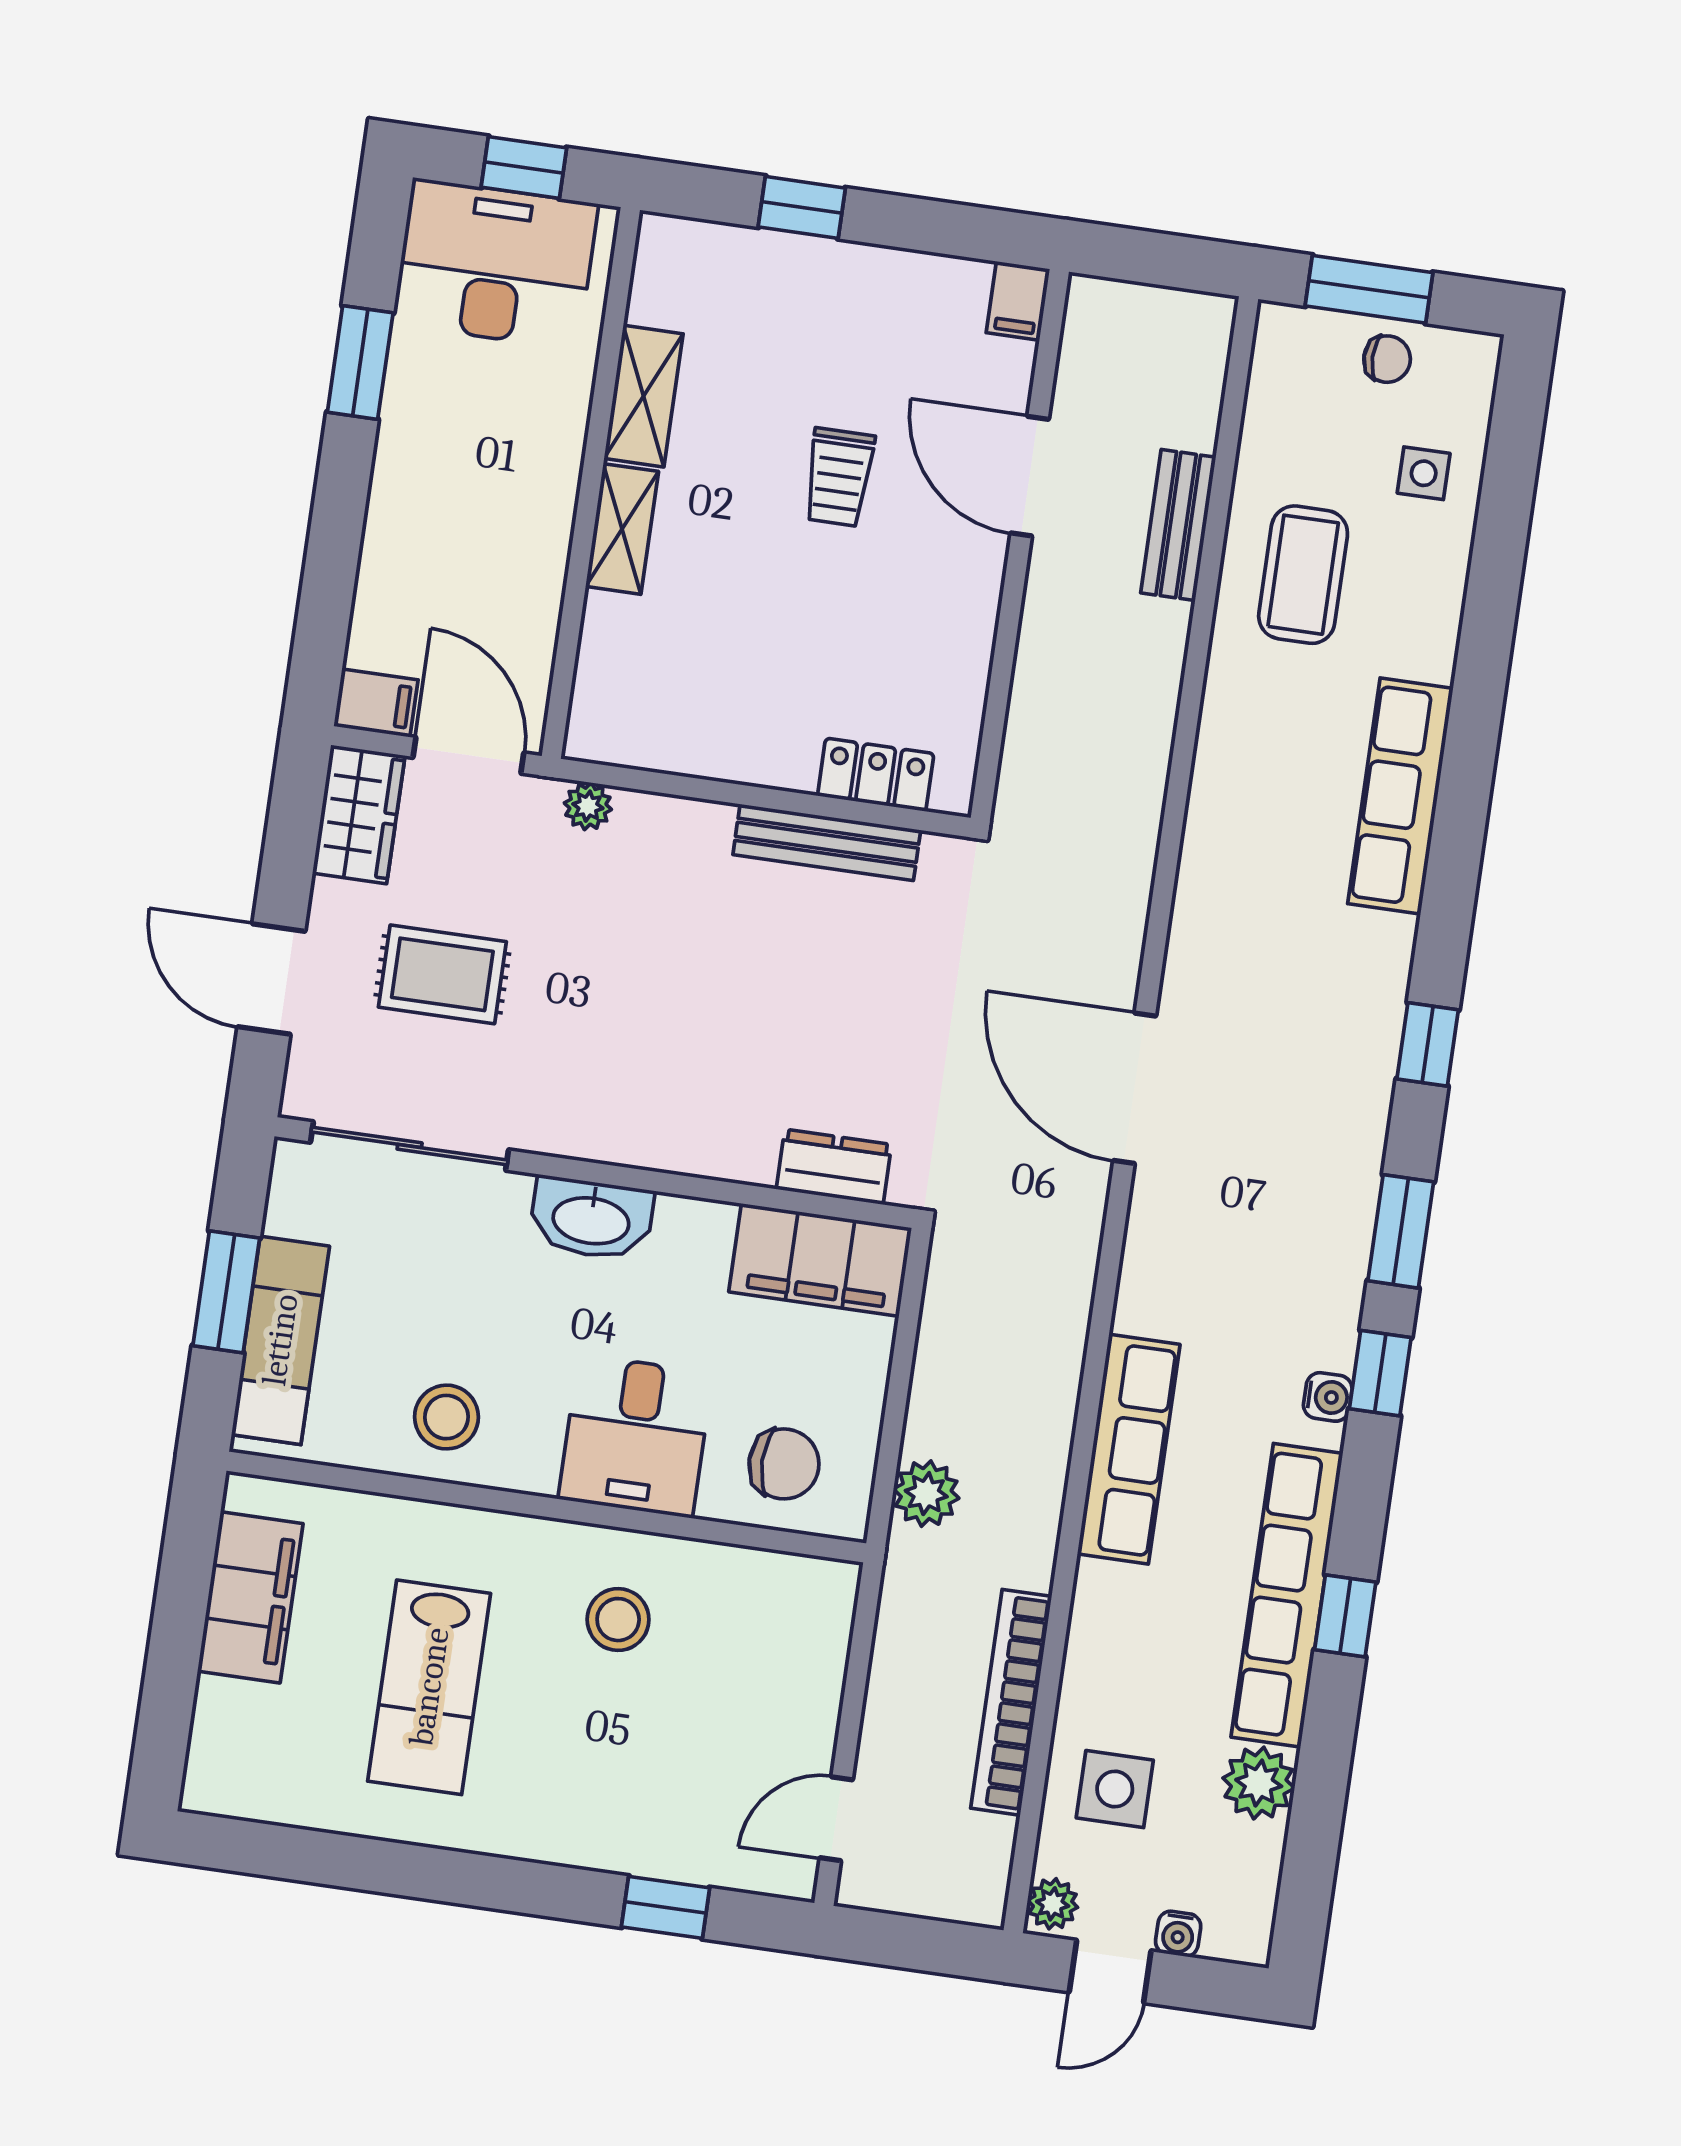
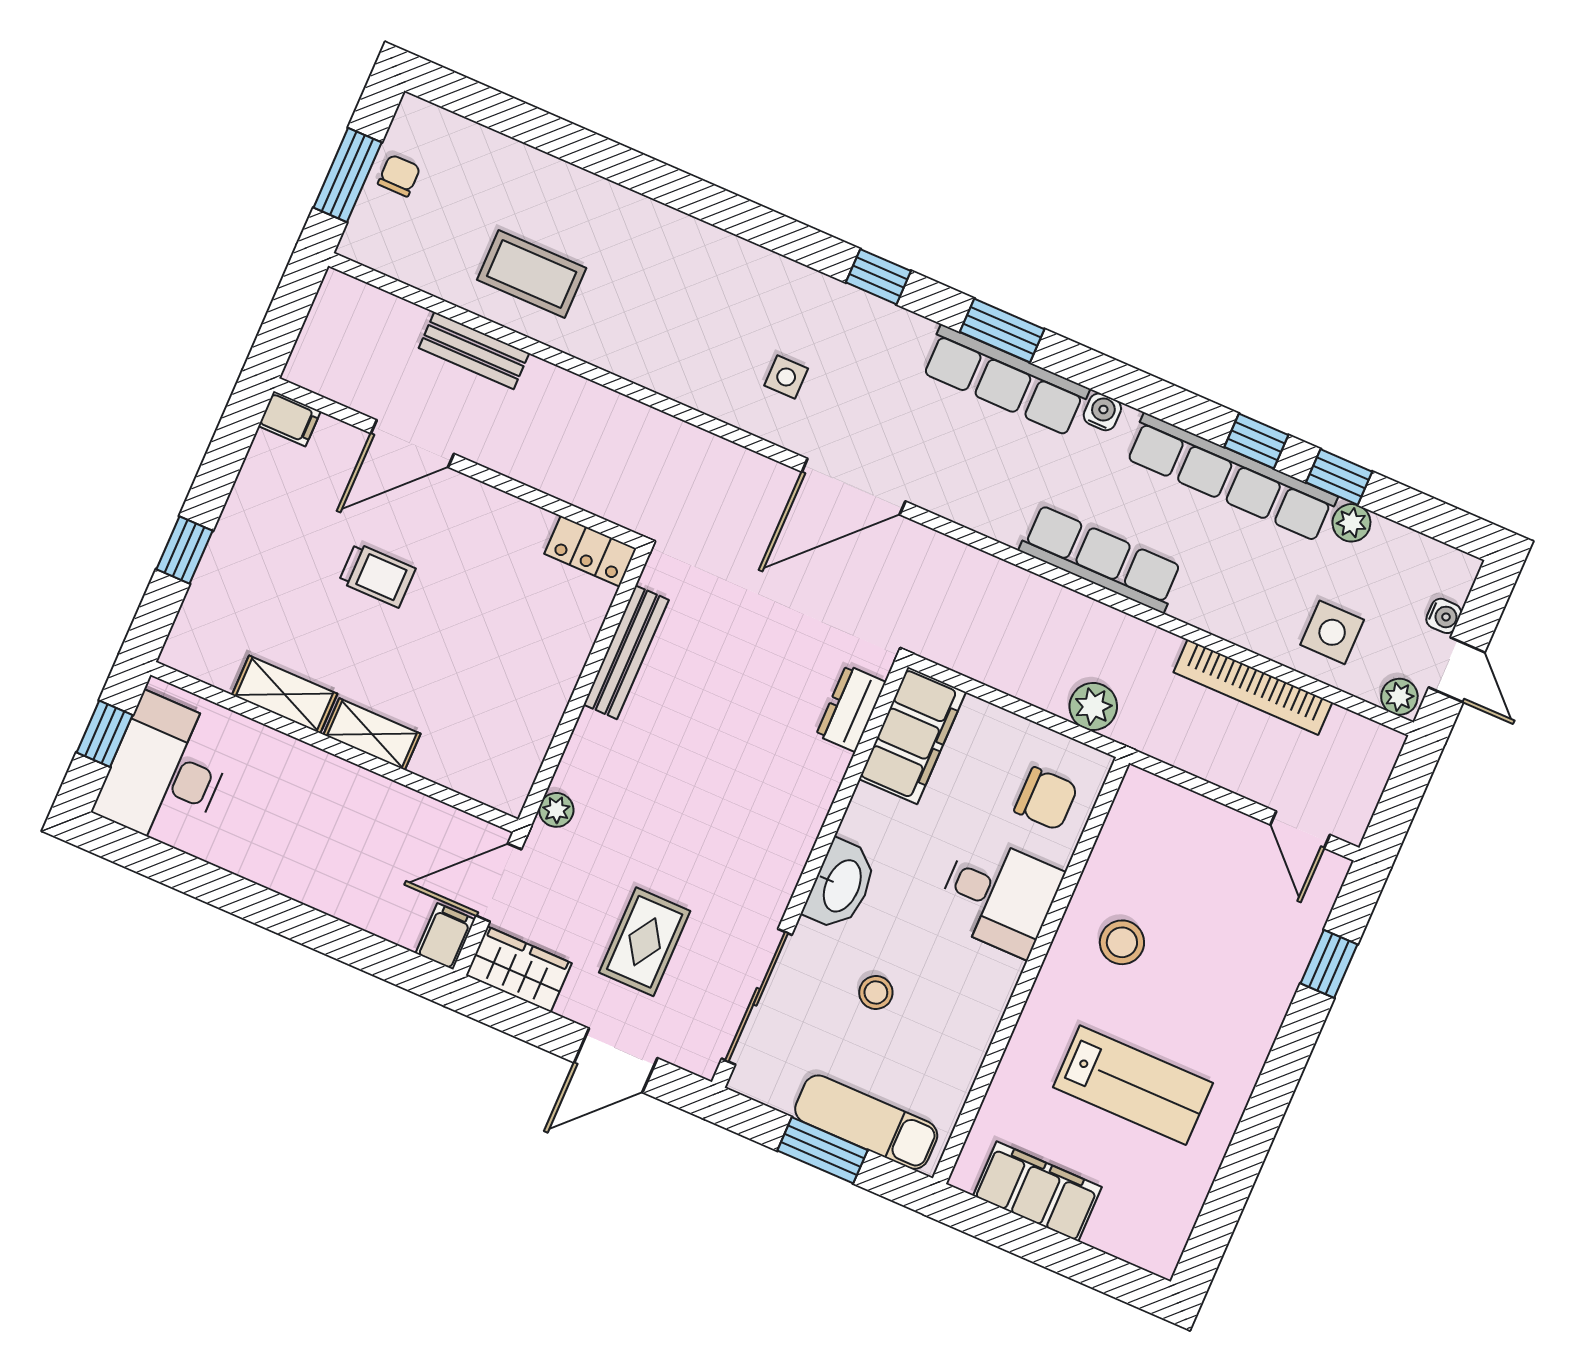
window: (360, 363) -> (208, 883), removed
side table: (1424, 473) -> (786, 377), moved
locker: (876, 775) -> (590, 551), moved, turned -90
row of seats: (1400, 796) -> (1005, 380), moved
window: (1380, 1373) -> (1339, 477), moved
stool: (446, 1417) -> (876, 992), moved, width x0.73, depth x0.73
chair: (784, 1464) -> (1046, 799), turned 90
plant: (1259, 1783) -> (1351, 523), width x0.73, depth x0.73

